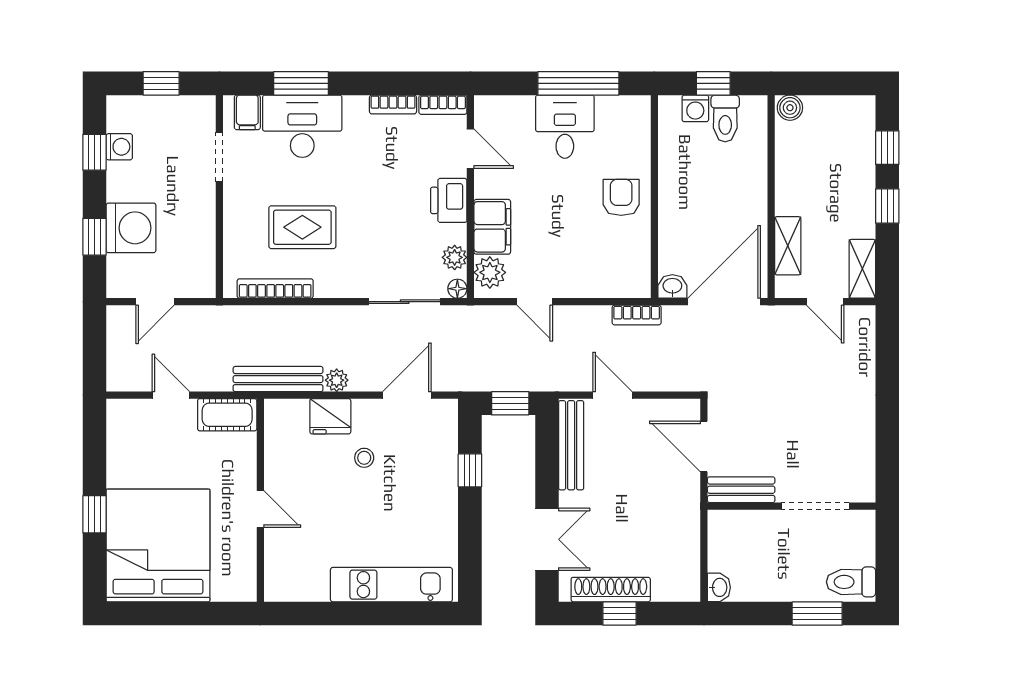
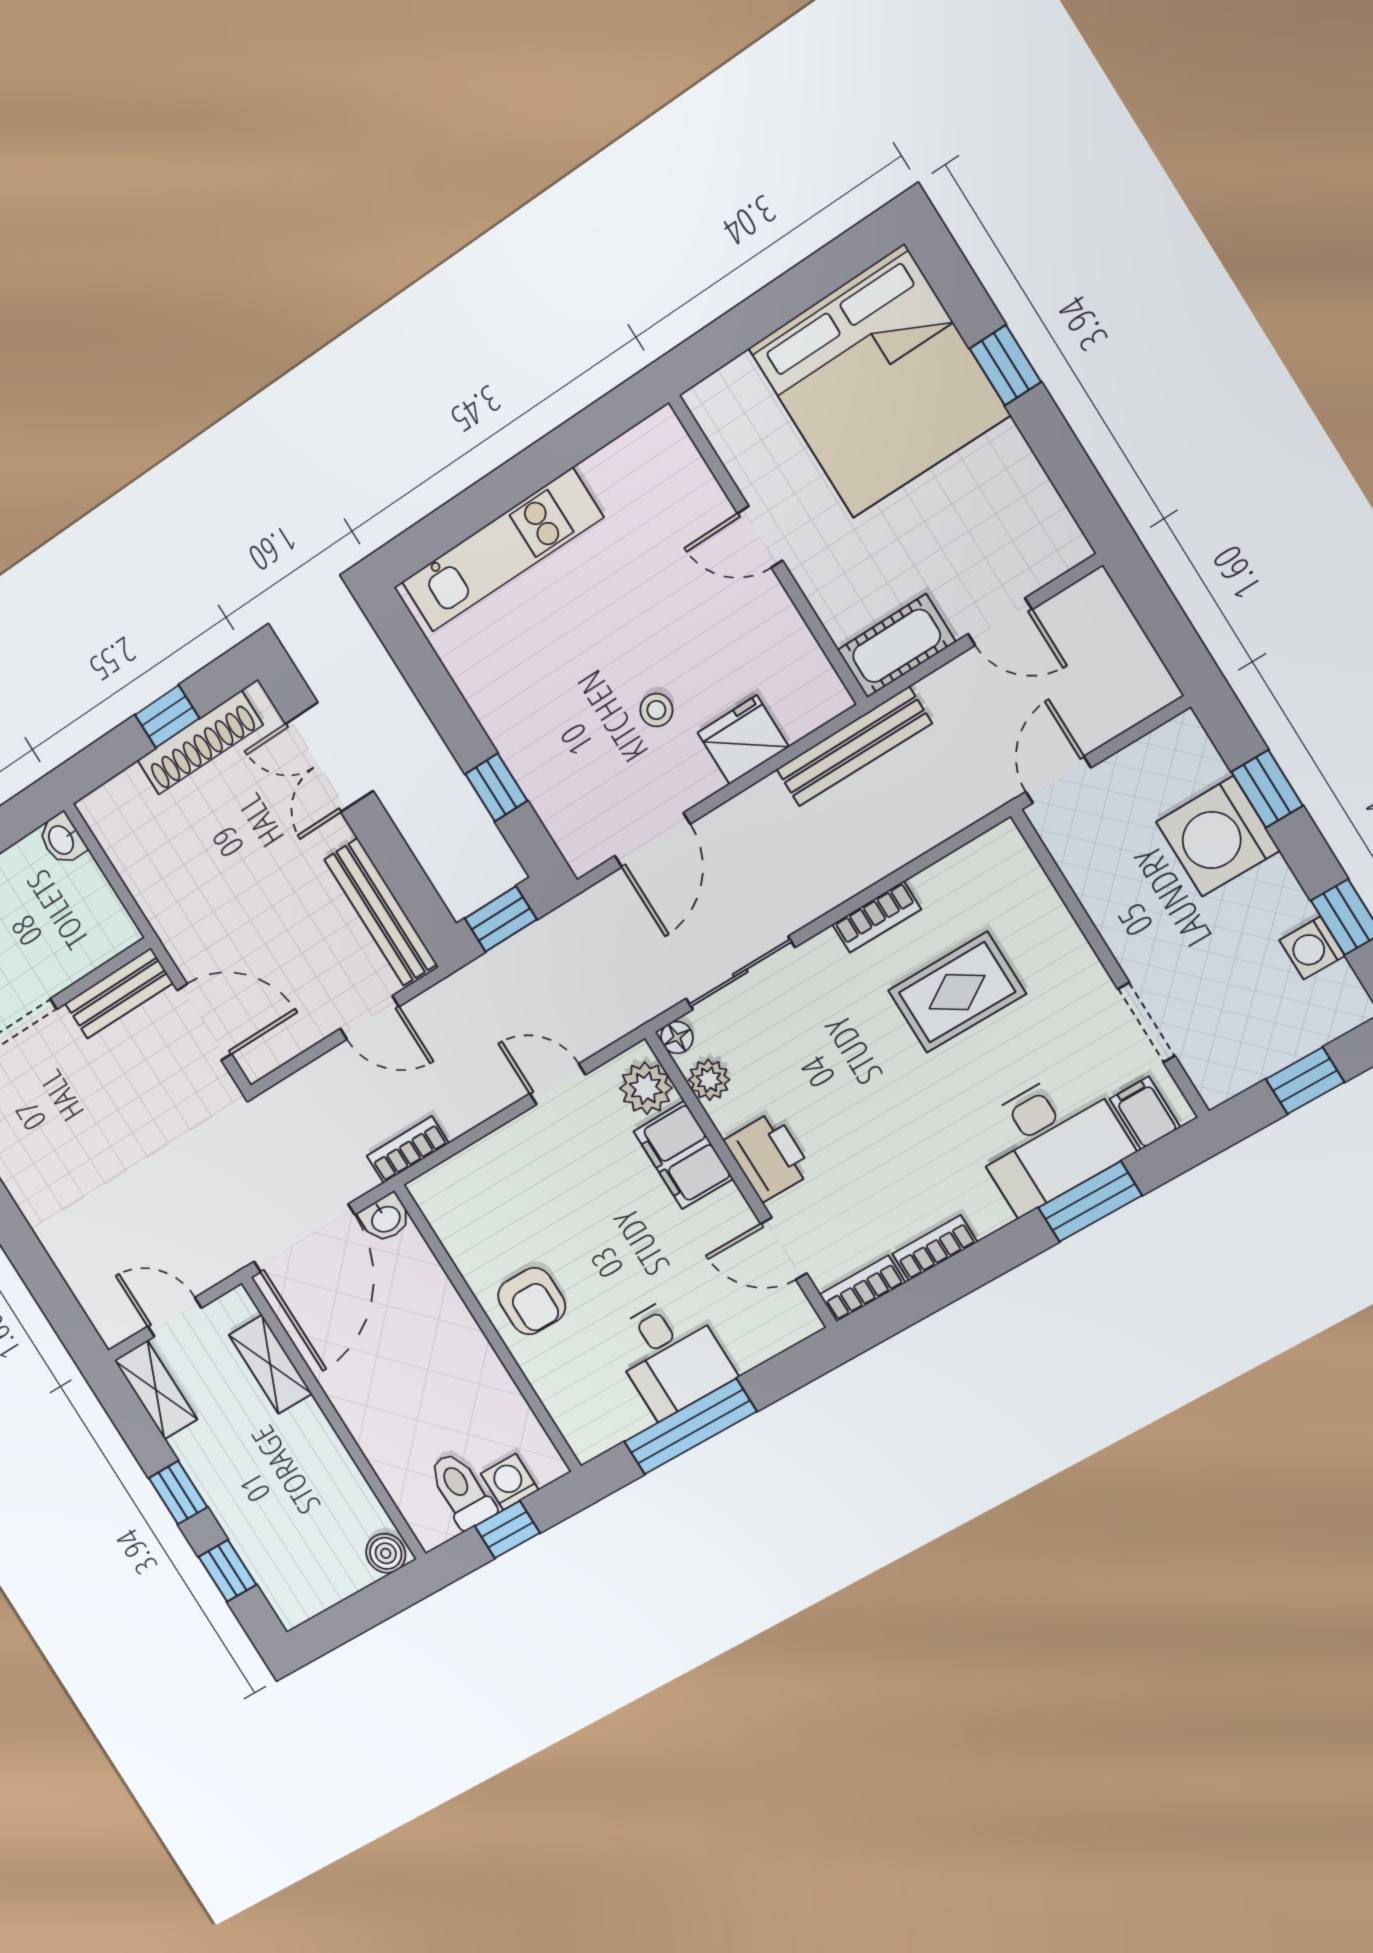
bookcase: (275, 288) -> (877, 917), moved, width x0.64
door: (155, 302) -> (1058, 780), moved
plant: (337, 380) -> (767, 798), removed

